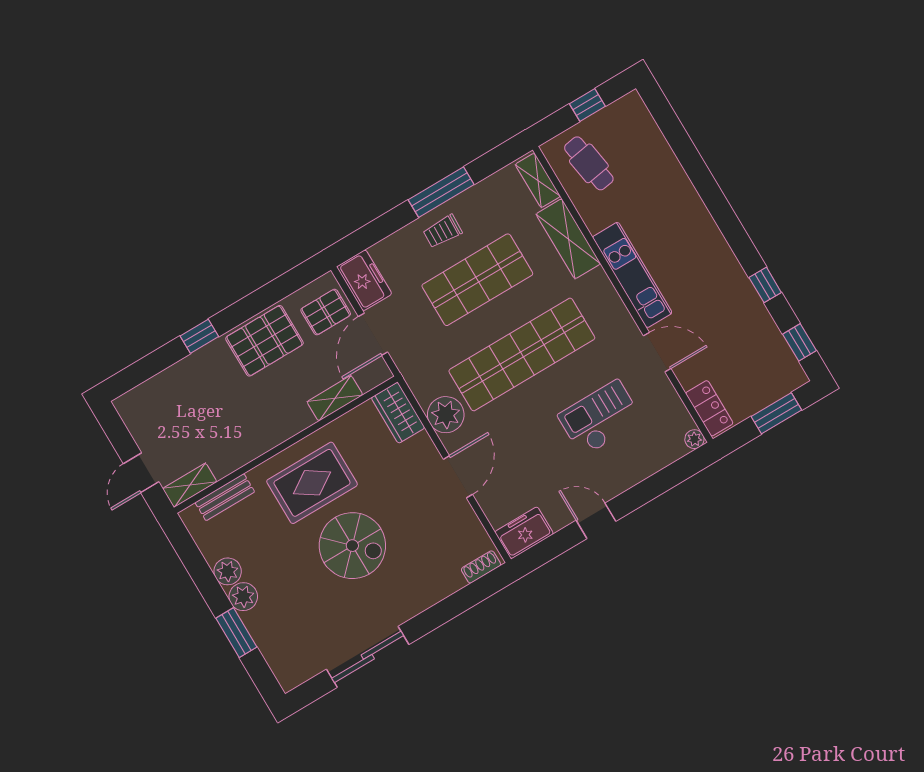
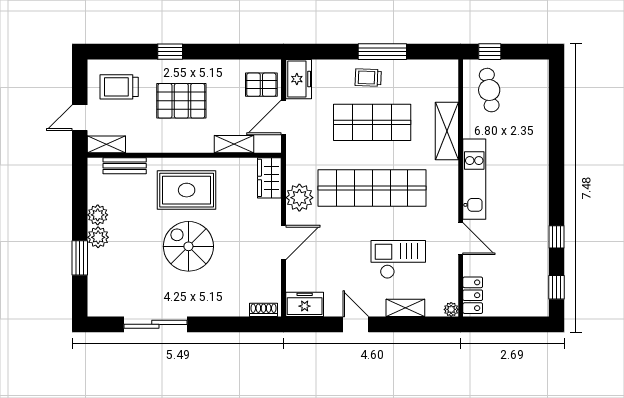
window: (587, 105) -> (490, 52), moved
shelving: (538, 180) -> (405, 308), moved, turned 90
pallet: (264, 341) -> (181, 101), moved
trolley: (165, 411) -> (119, 87), added
window: (776, 413) -> (514, 324), removed
spiral stairs: (352, 546) -> (188, 246), turned 180

